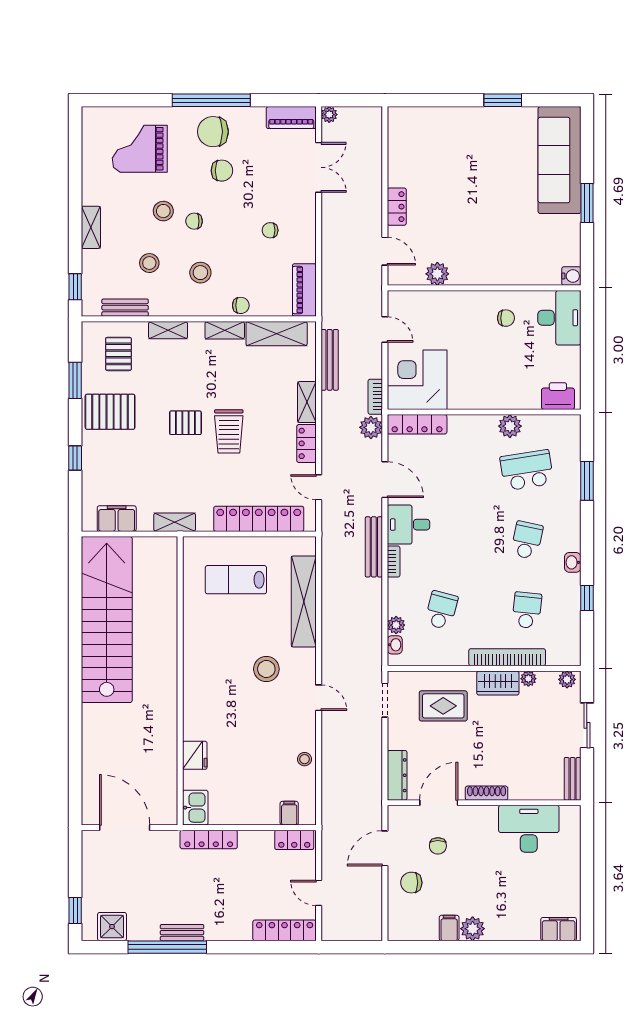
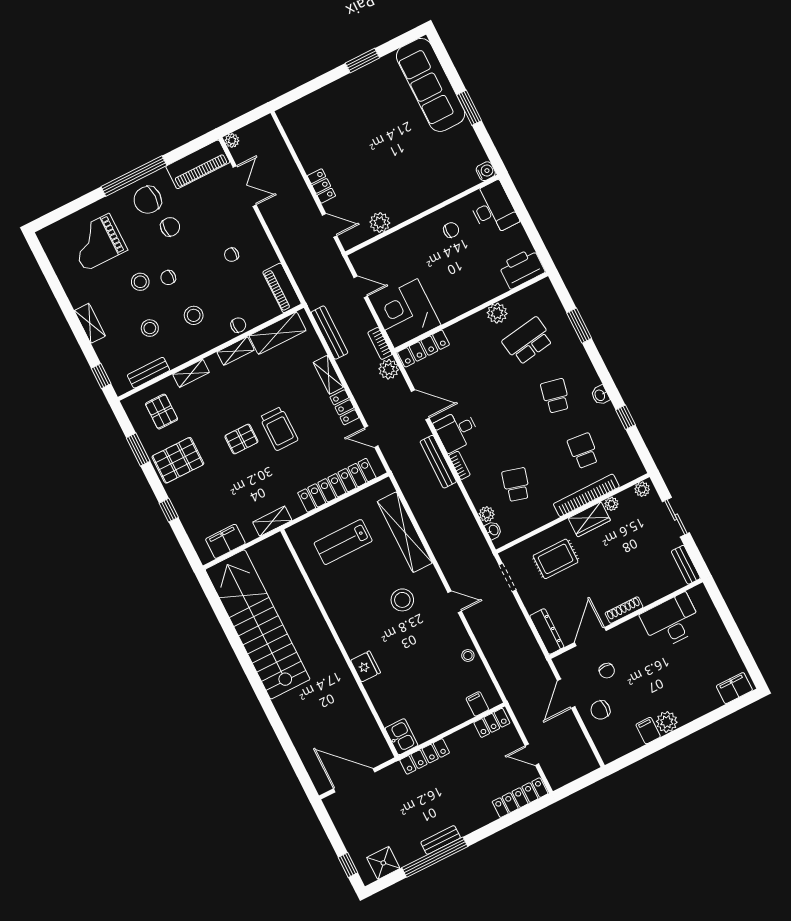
piano: (291, 118) -> (198, 164), width x1.37, depth x1.33
printer: (558, 396) -> (522, 268), width x1.37, depth x1.19
fridge: (195, 755) -> (366, 666), moved

